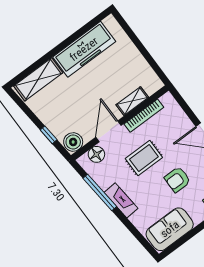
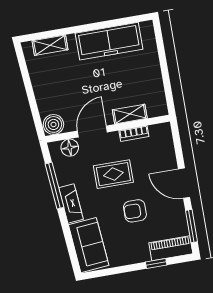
shelving: (38, 79) -> (50, 45), width x0.67, depth x0.75
bookcase: (144, 116) -> (134, 134), width x0.64
window: (49, 135) -> (33, 106), removed
sofa: (170, 229) -> (89, 245), moved, turned 85

